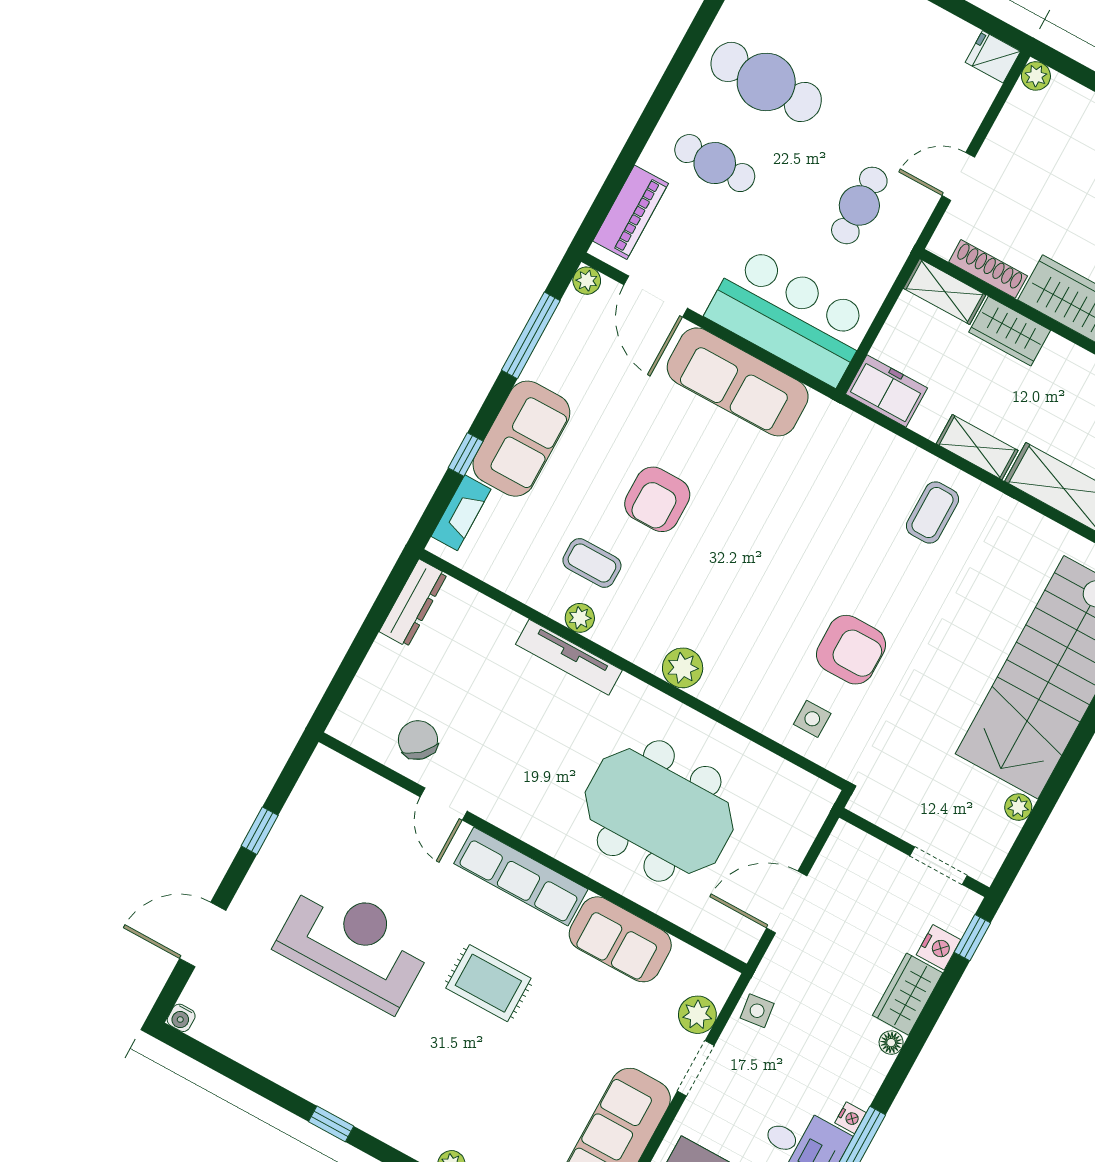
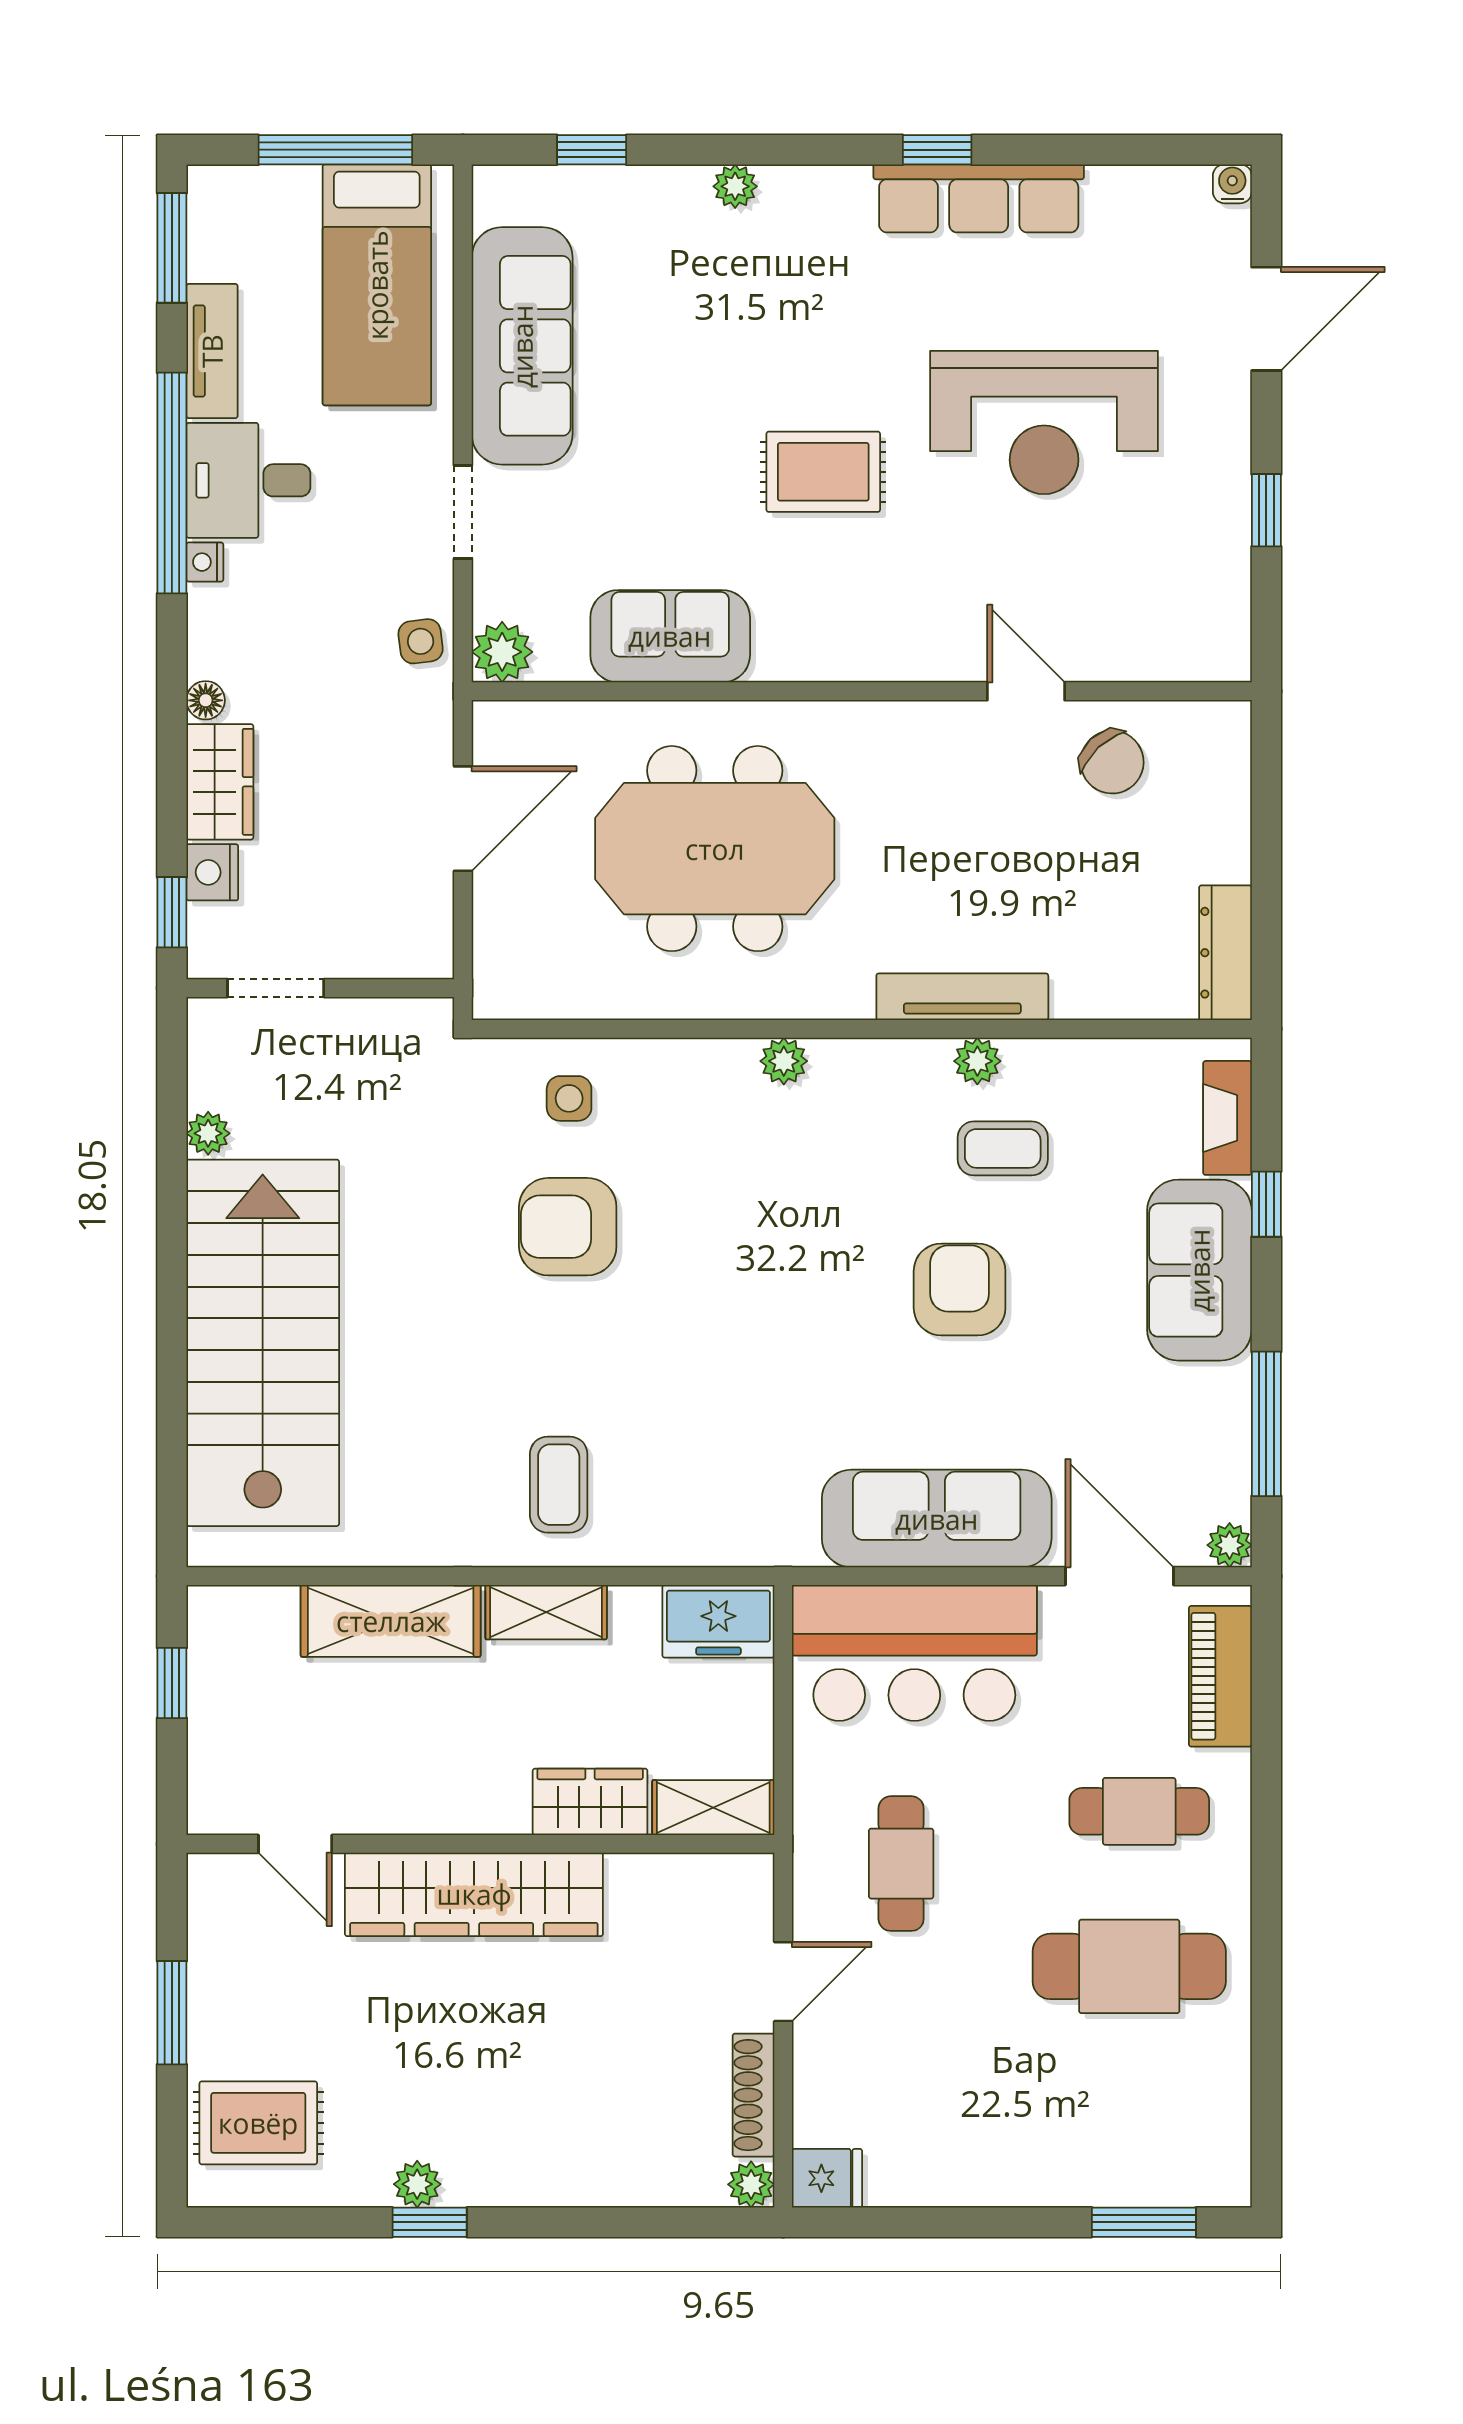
shoe rack: (988, 269) -> (754, 2095), moved, turned 90
plant: (683, 668) -> (784, 1061), width x0.73, depth x0.73
row of seats: (521, 876) -> (979, 198), moved, turned 180
plant: (697, 1015) -> (502, 652), moved

